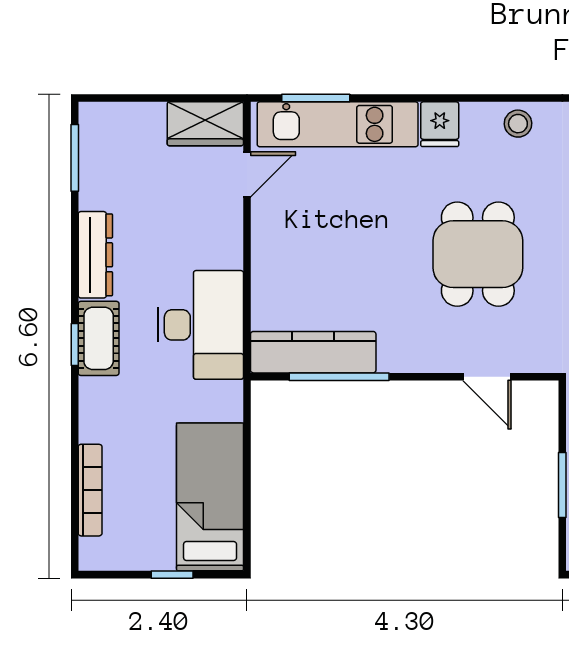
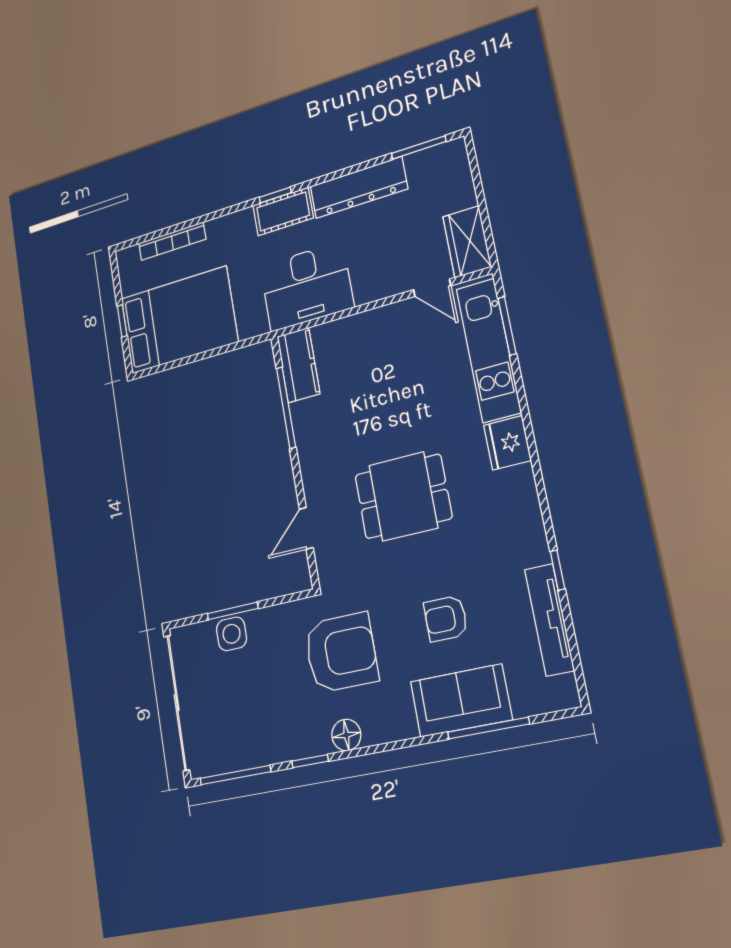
fridge: (440, 124) -> (507, 443), width x1.38
stool: (518, 124) -> (520, 504), removed
dresser: (95, 255) -> (359, 188), width x1.37, depth x1.24
kitchen counter: (313, 352) -> (298, 365), width x0.67
bed: (210, 497) -> (179, 320), width x1.50

